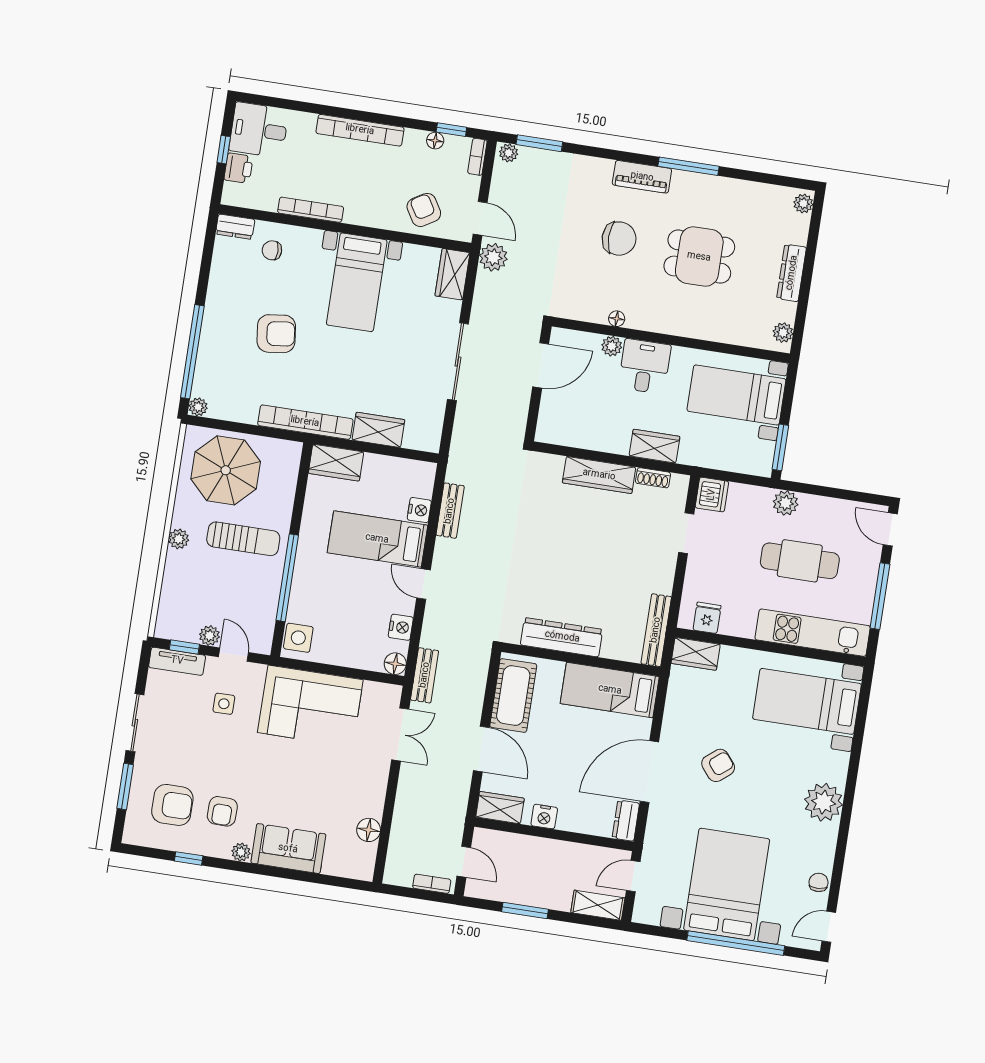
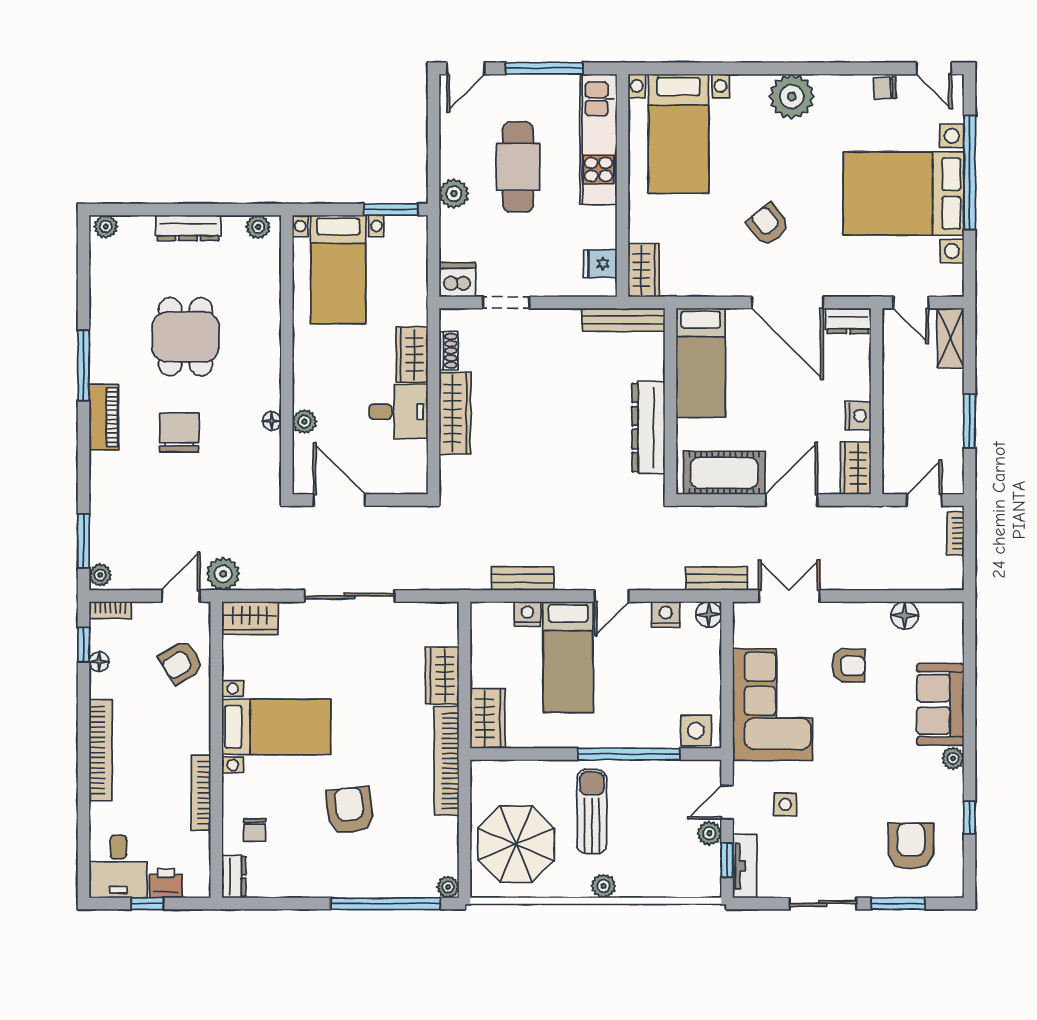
desk: (645, 366) -> (399, 412), moved, turned 180
armchair: (222, 811) -> (848, 666), moved

